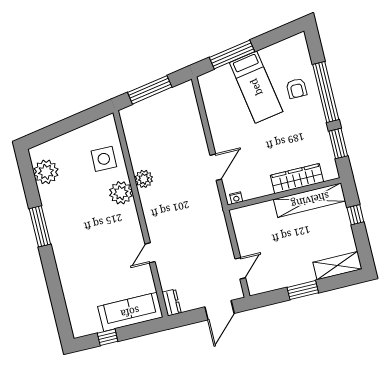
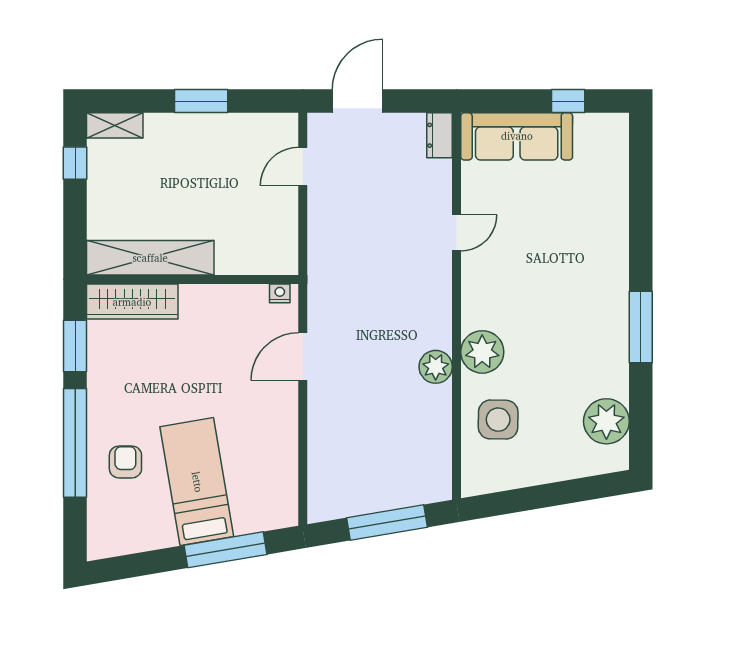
wardrobe: (297, 179) -> (132, 302), moved
window: (355, 215) -> (75, 163), moved
shelving: (337, 266) -> (115, 125), width x0.67, depth x0.75

